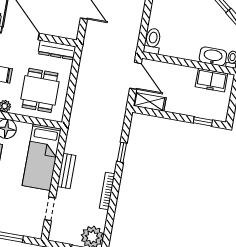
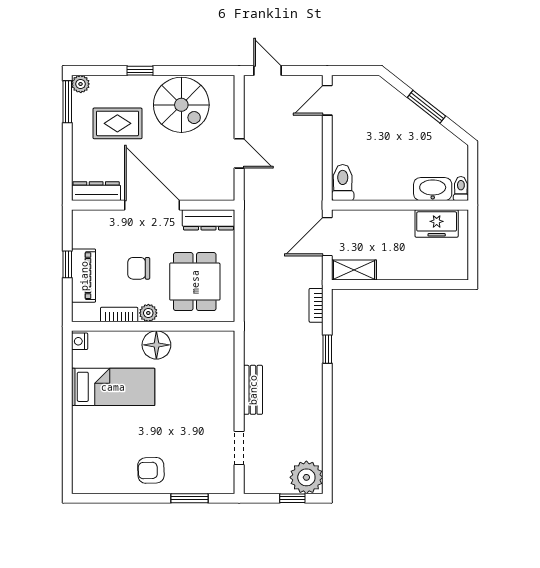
door: (136, 76) -> (327, 237), swing flipped
window: (203, 121) -> (435, 284), removed
bed: (42, 157) -> (214, 376), removed
bookcase: (107, 191) -> (316, 305), moved, width x0.64

